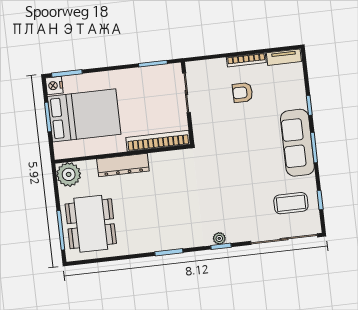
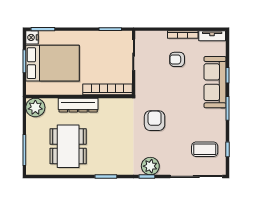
sofa: (297, 143) -> (215, 82), moved
armchair: (223, 174) -> (155, 121), added
dining table: (91, 224) -> (68, 146), moved
plant: (219, 238) -> (150, 166), width x1.87, depth x1.87

